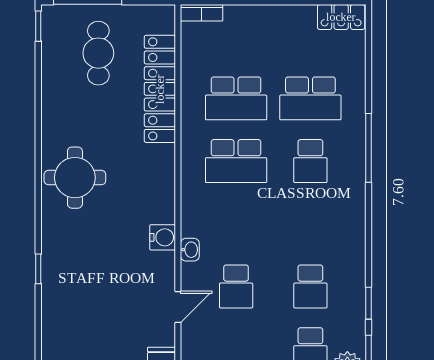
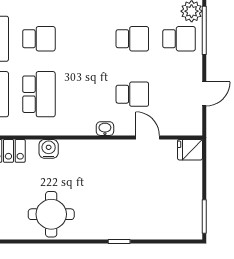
water cooler: (163, 237) -> (49, 149), moved

